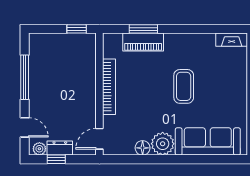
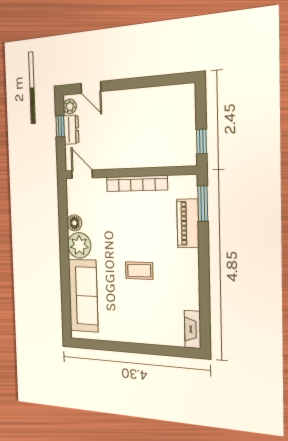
window: (143, 29) -> (203, 204), moved
window: (25, 77) -> (144, 82), removed
coffee table: (184, 86) -> (139, 271), width x0.73, depth x0.77
door: (25, 127) -> (91, 87), hinge flipped

